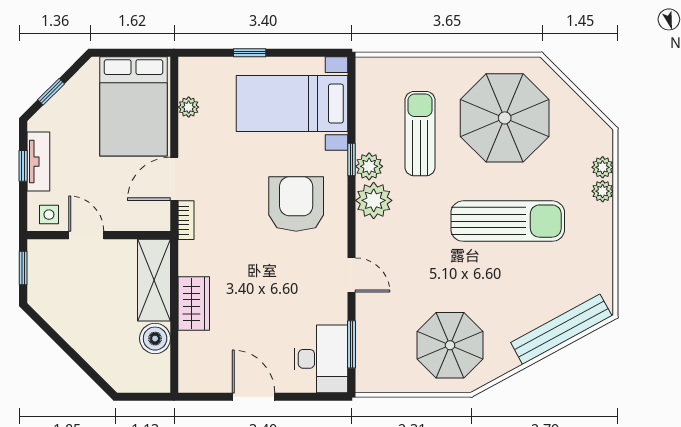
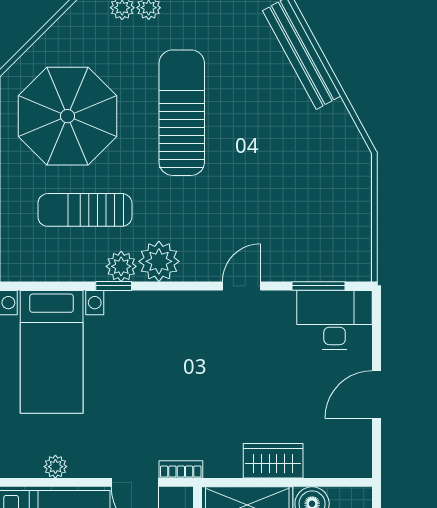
armchair: (296, 204) -> (163, 347), removed
parasol: (450, 345) -> (319, 177), removed

